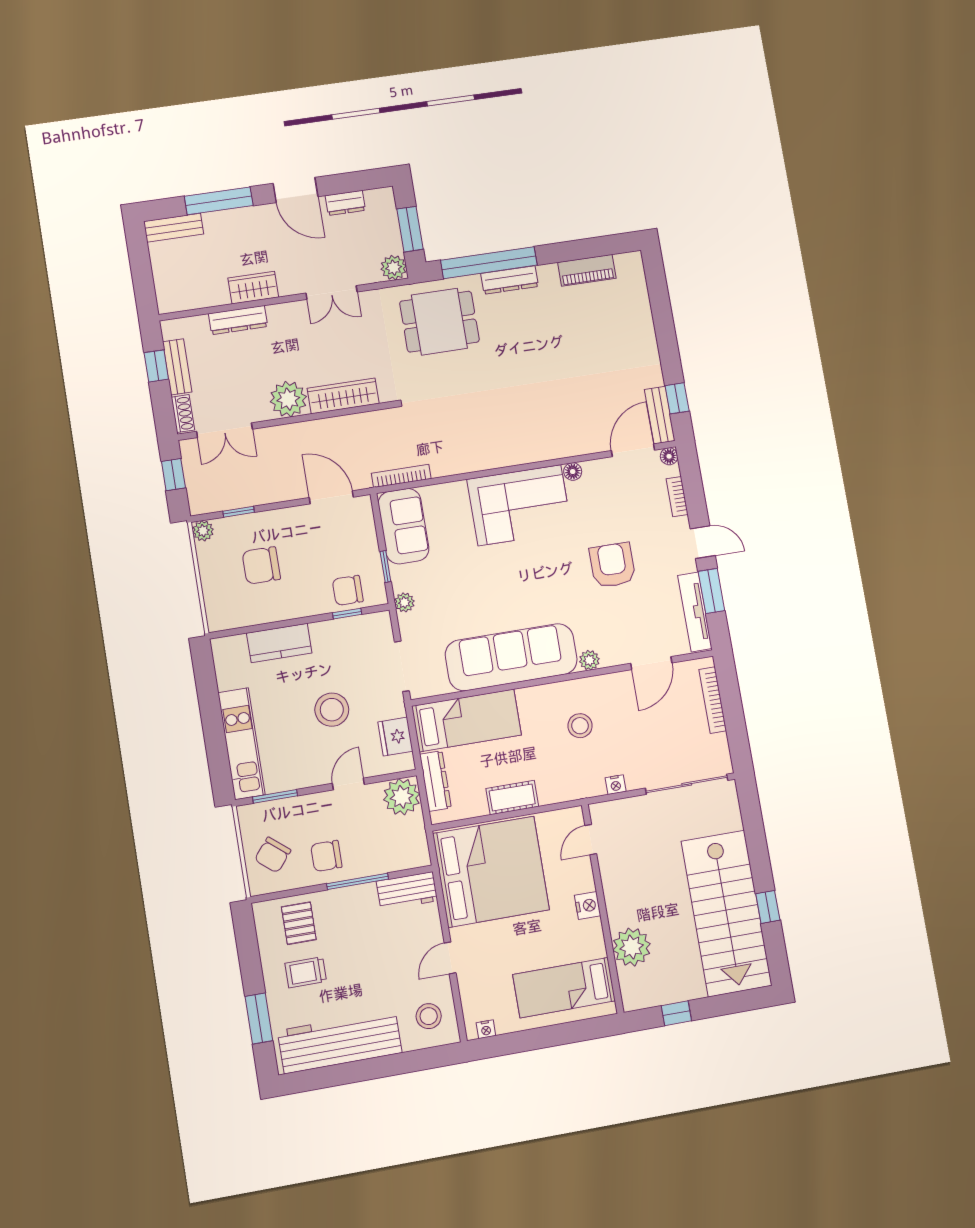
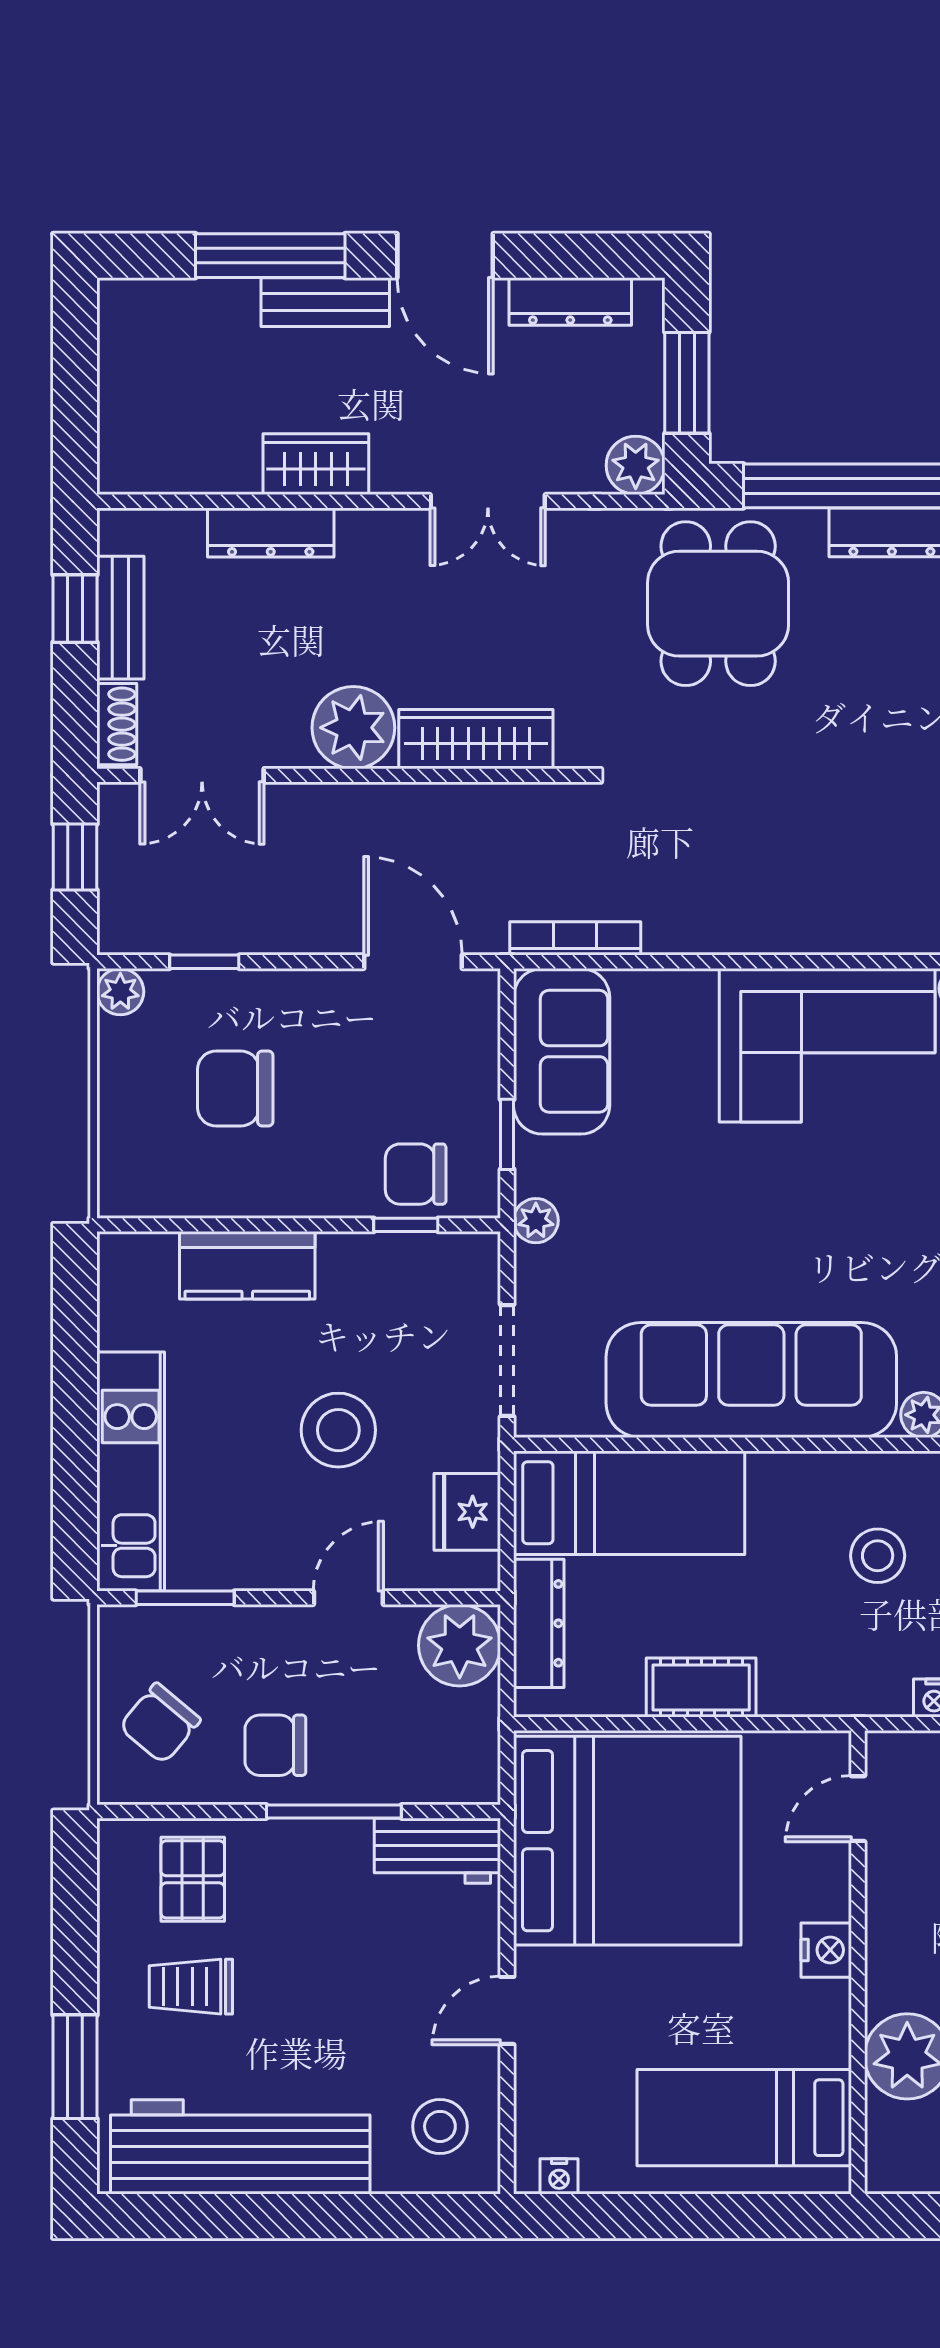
dresser: (345, 203) -> (570, 301), width x1.44
bench: (174, 228) -> (325, 302), moved
dining table: (439, 322) -> (718, 604), turned 90

